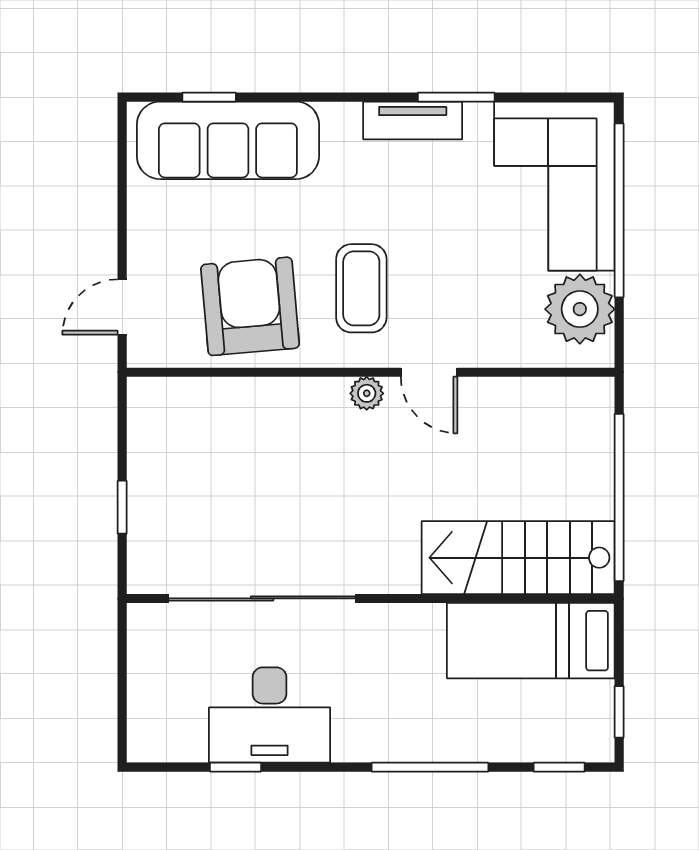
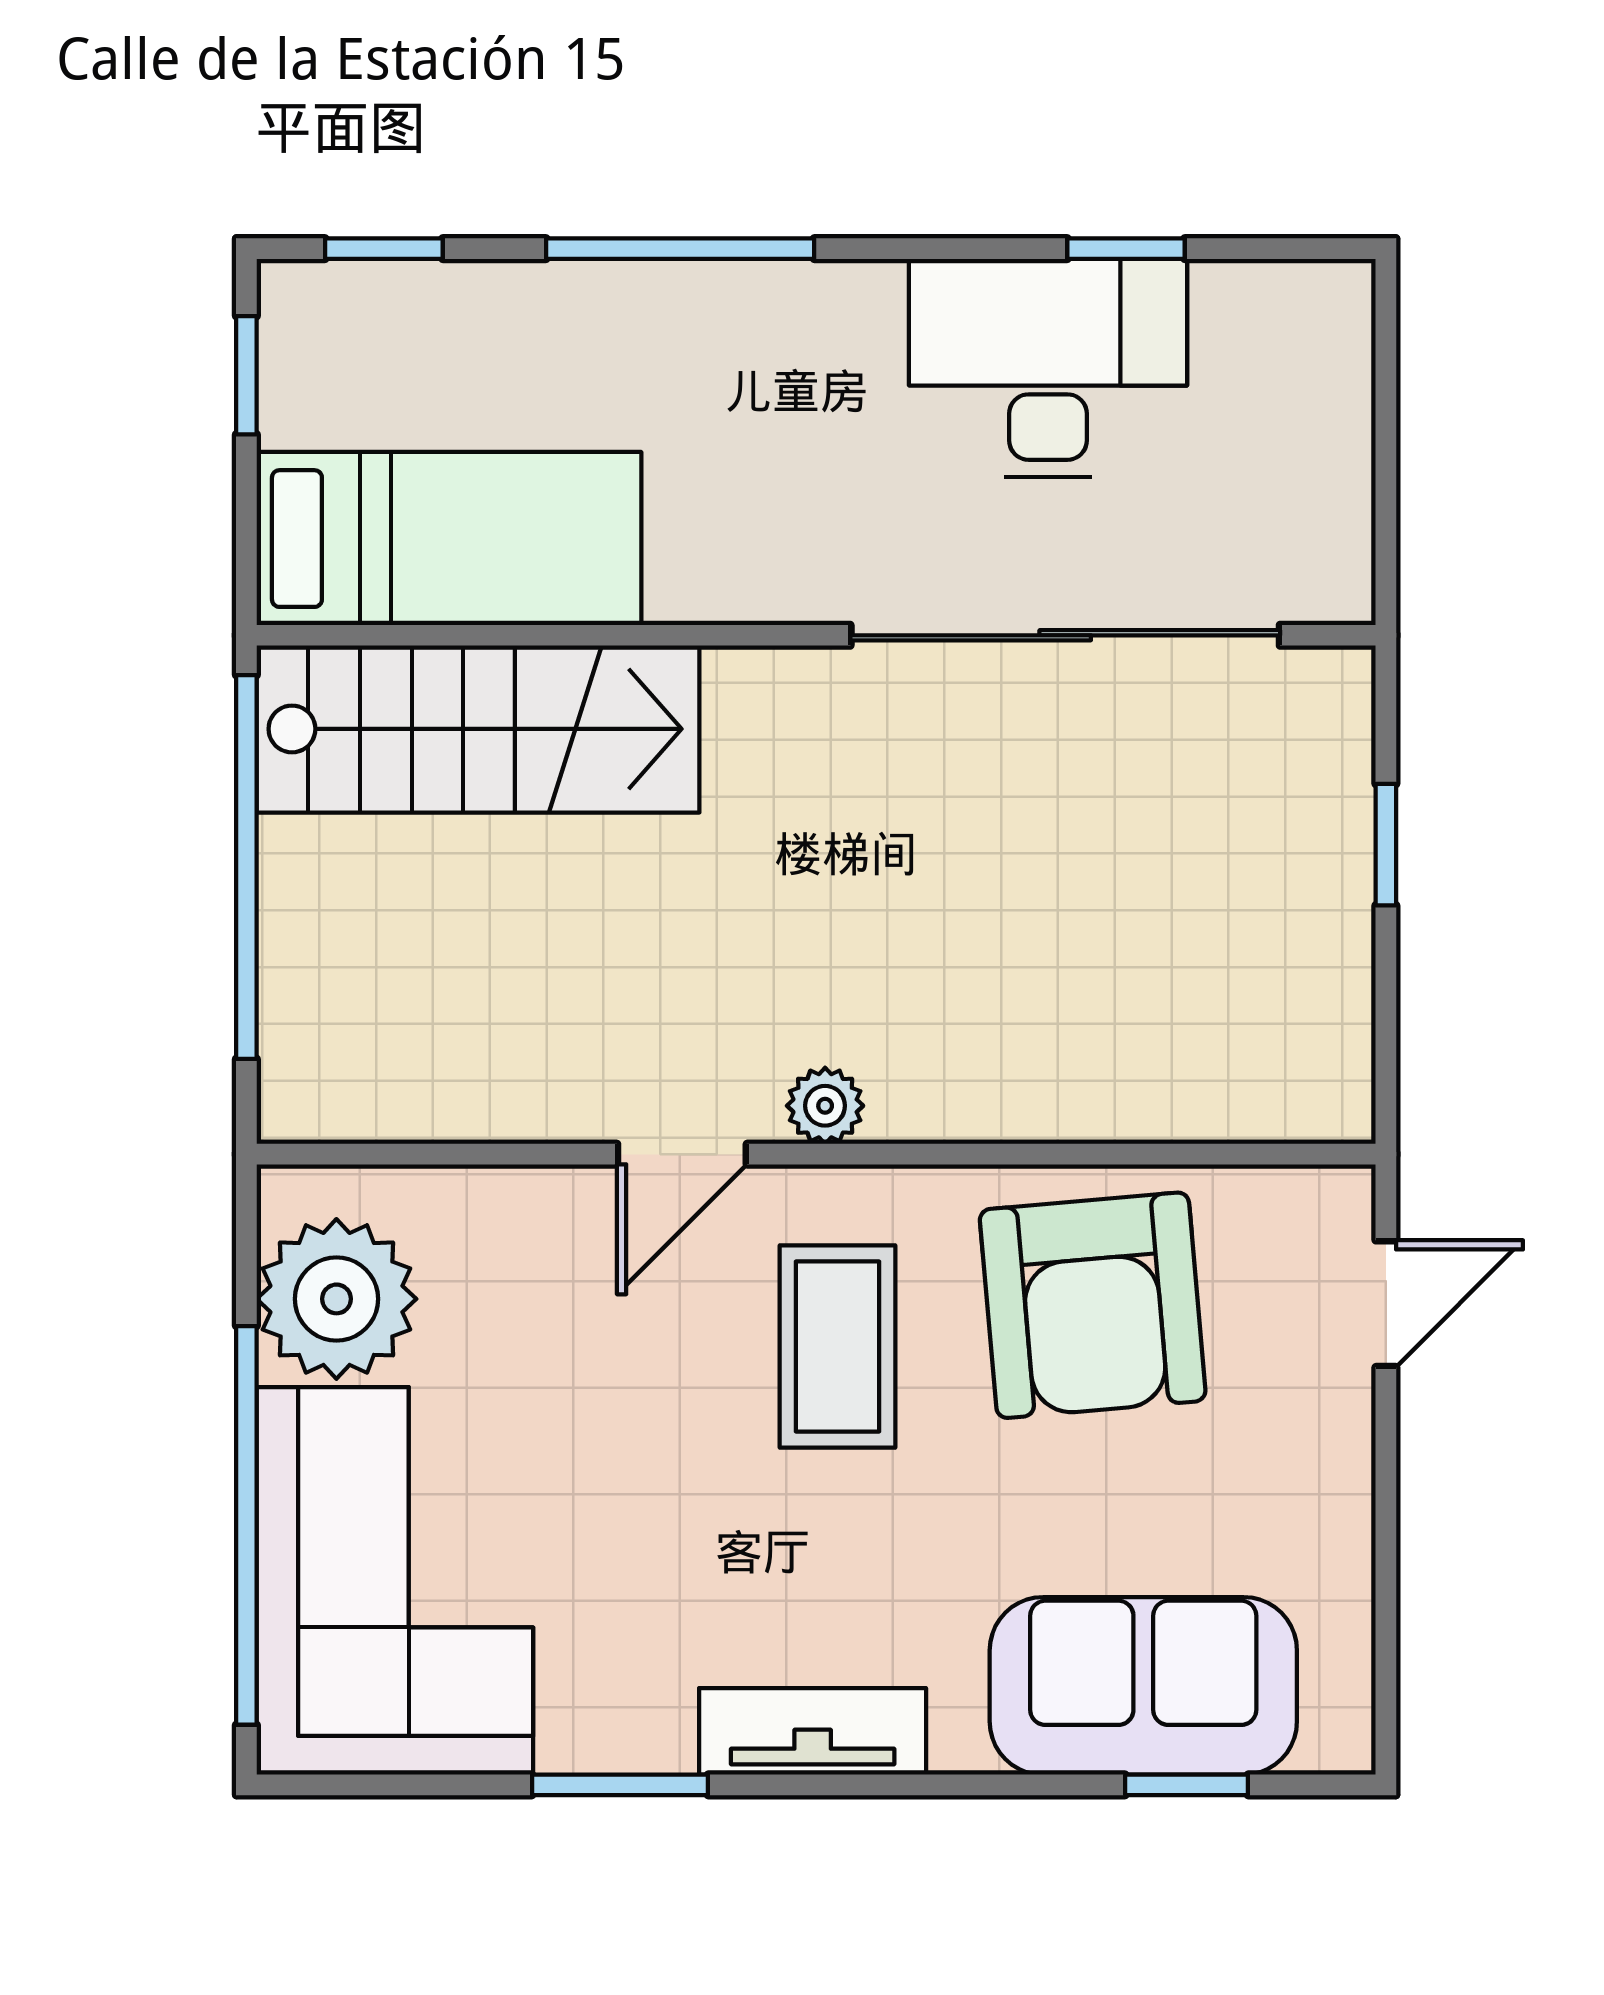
tv unit: (413, 120) -> (813, 1731), moved
sofa: (228, 140) -> (1143, 1686), width x0.73
door: (429, 372) -> (682, 1154), swing flipped

